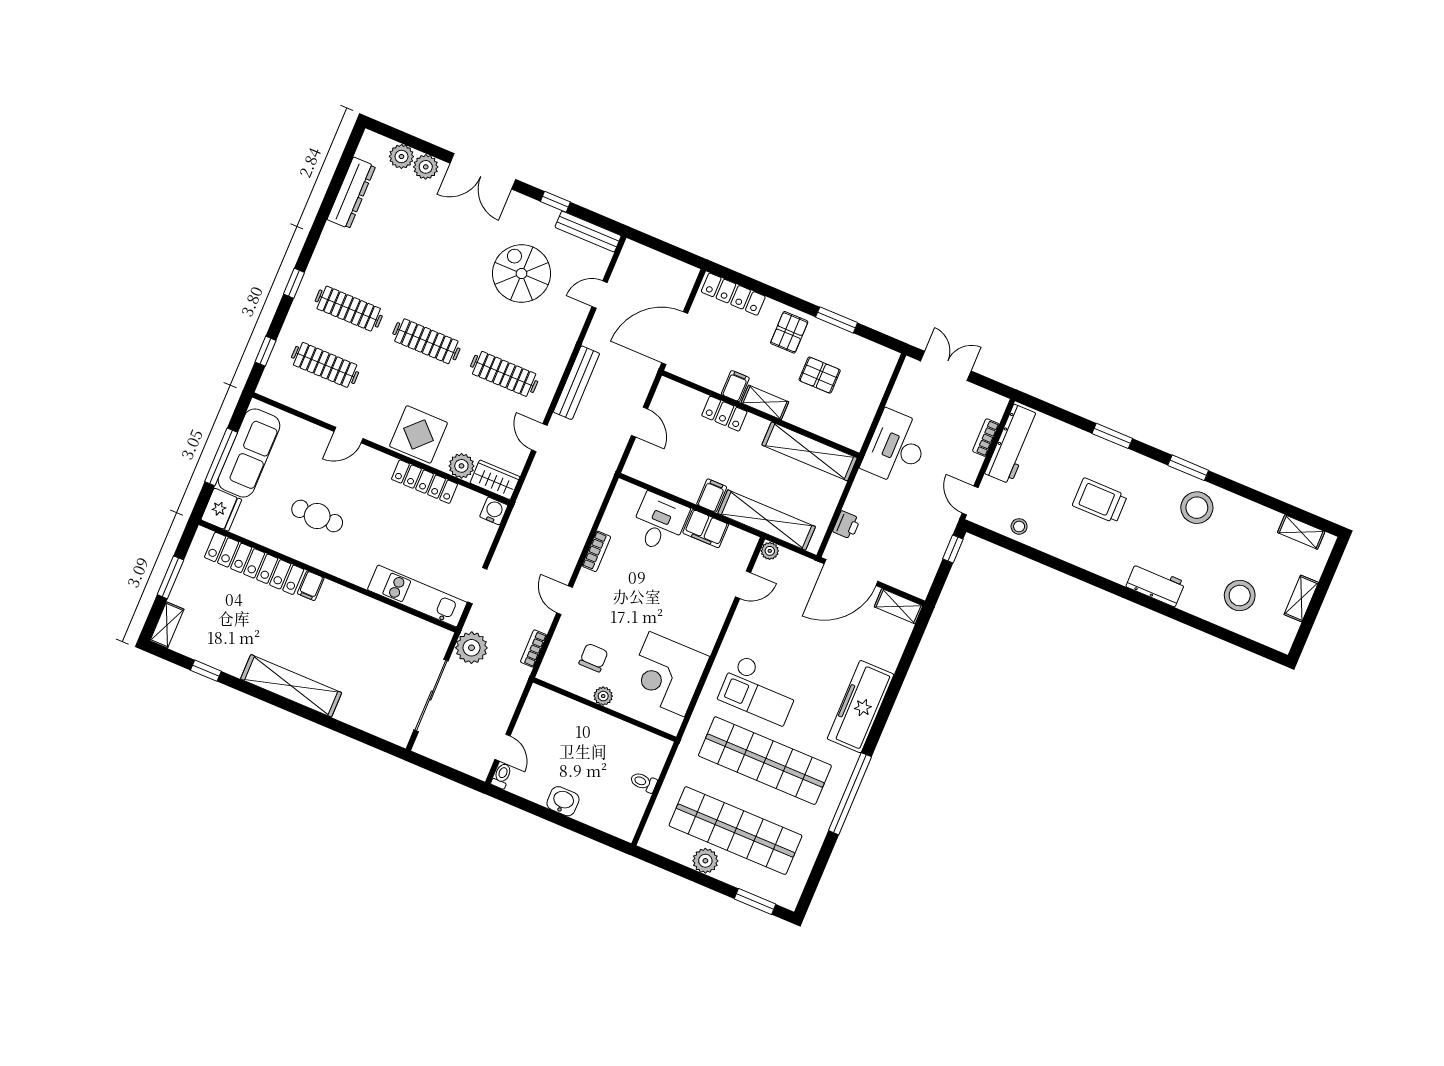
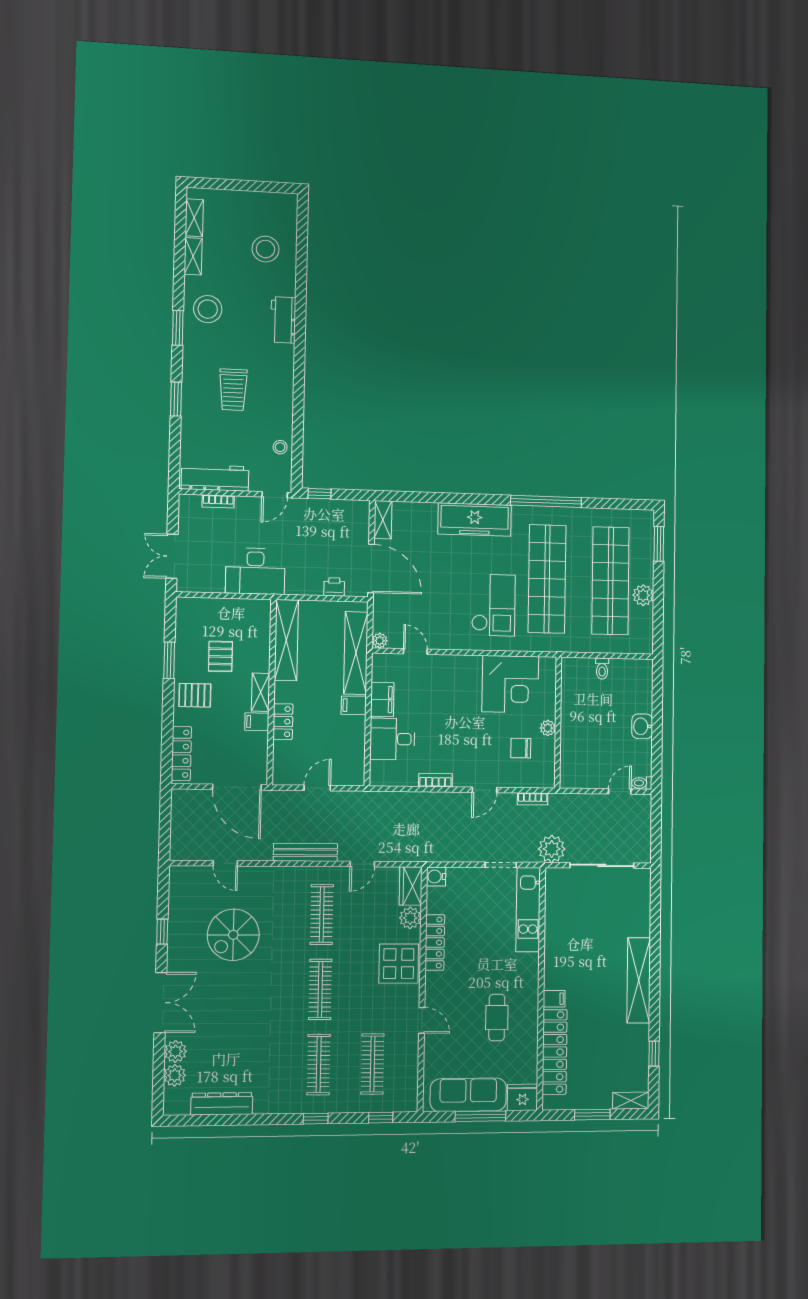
bench: (588, 232) -> (176, 894), removed
shelving: (1301, 599) -> (193, 256), moved, turned 90

